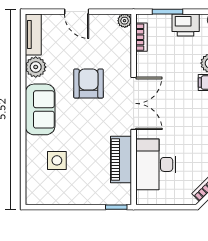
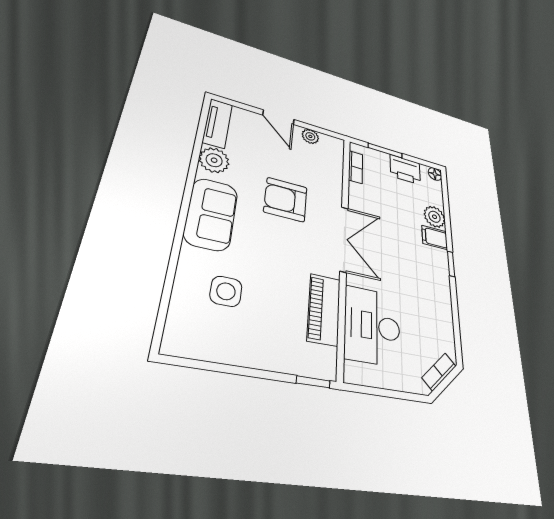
plant: (125, 21) -> (310, 136), moved
armchair: (89, 84) -> (286, 200), turned -90

